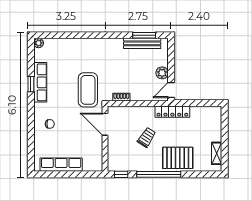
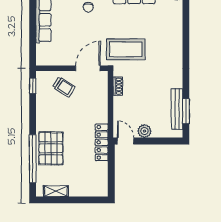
trolley: (147, 137) -> (64, 87), moved
window: (159, 174) -> (33, 159), moved

